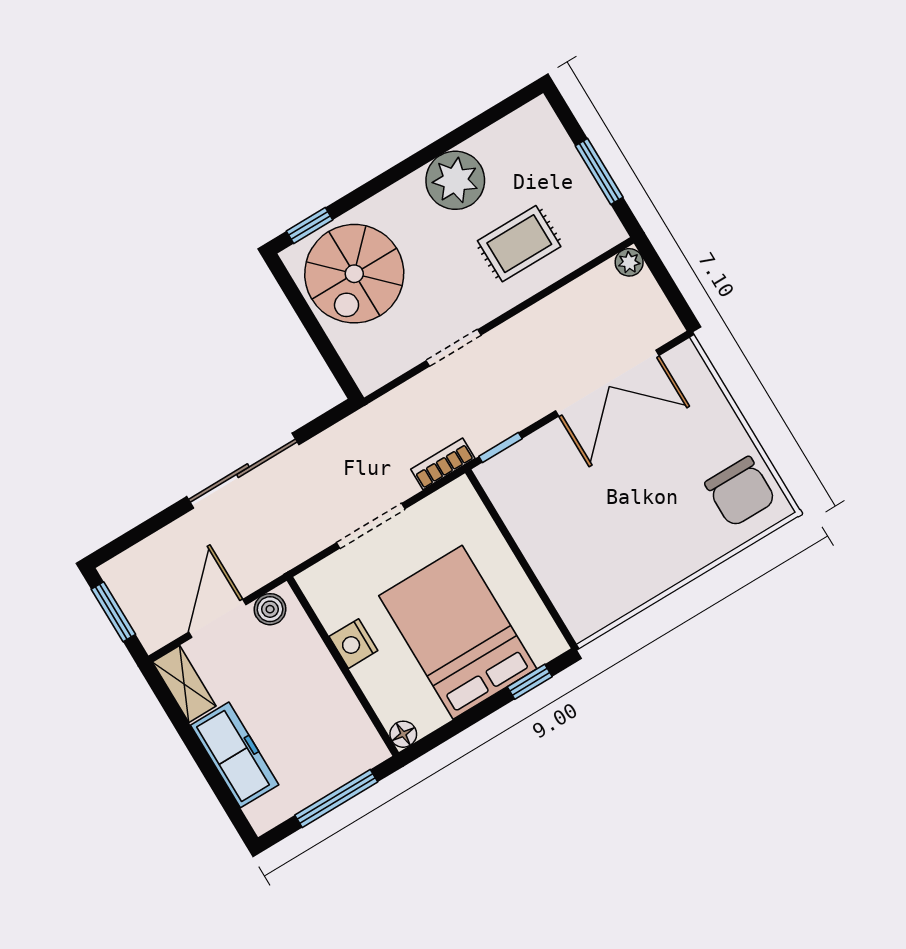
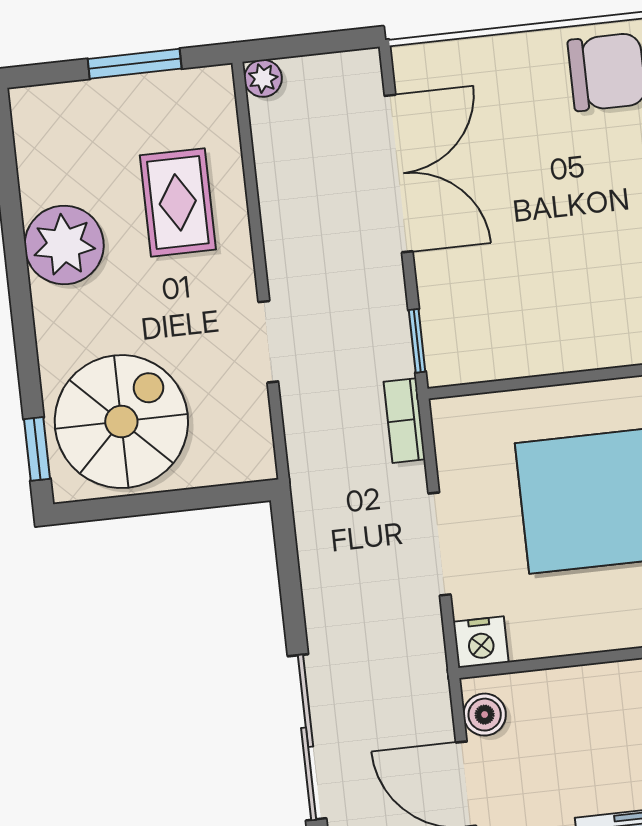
spiral stairs: (354, 274) -> (121, 422), turned -90
sliding door: (243, 471) -> (307, 737), moved
nightstand: (353, 644) -> (481, 642), moved

